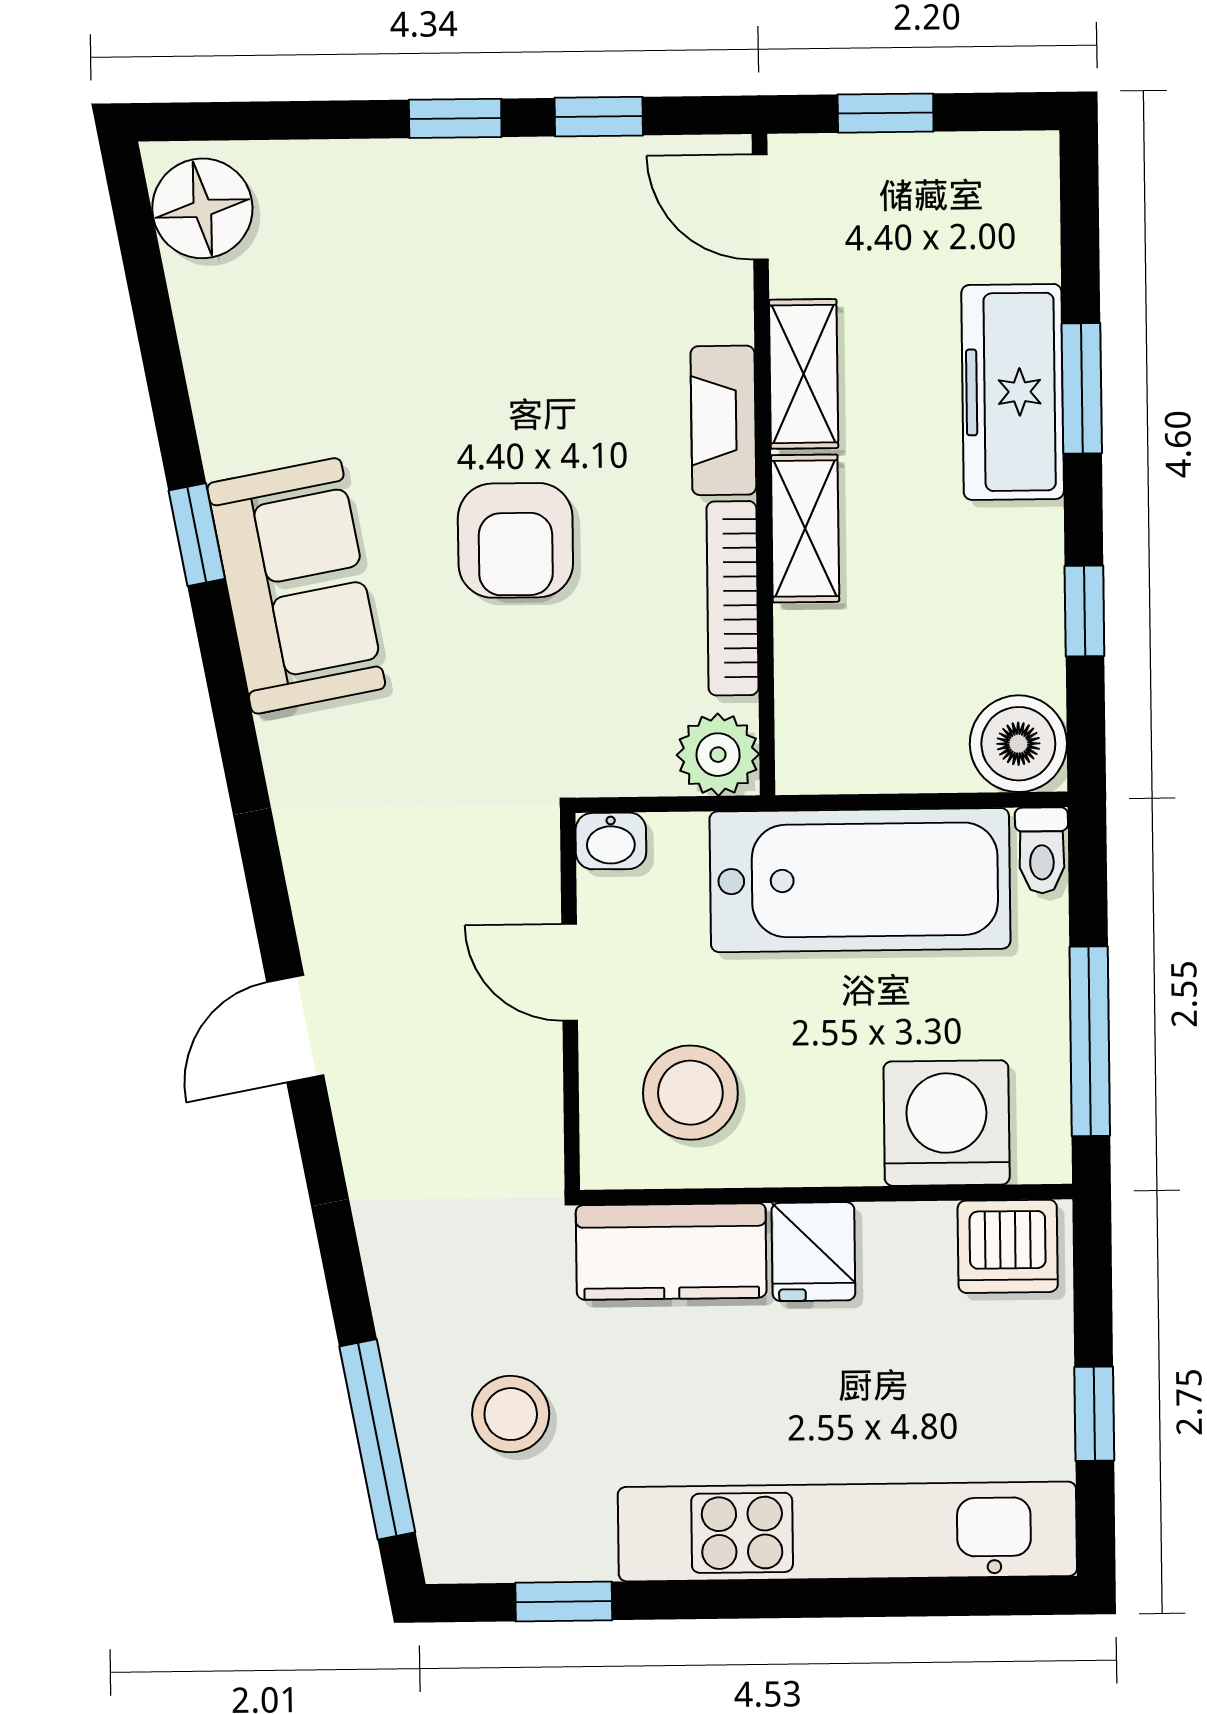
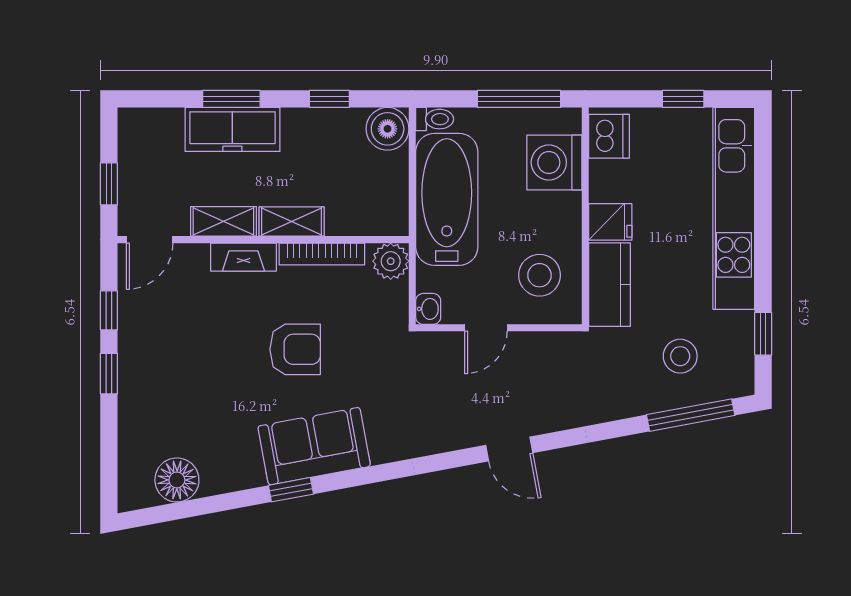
floor lamp: (202, 208) -> (177, 480), moved

